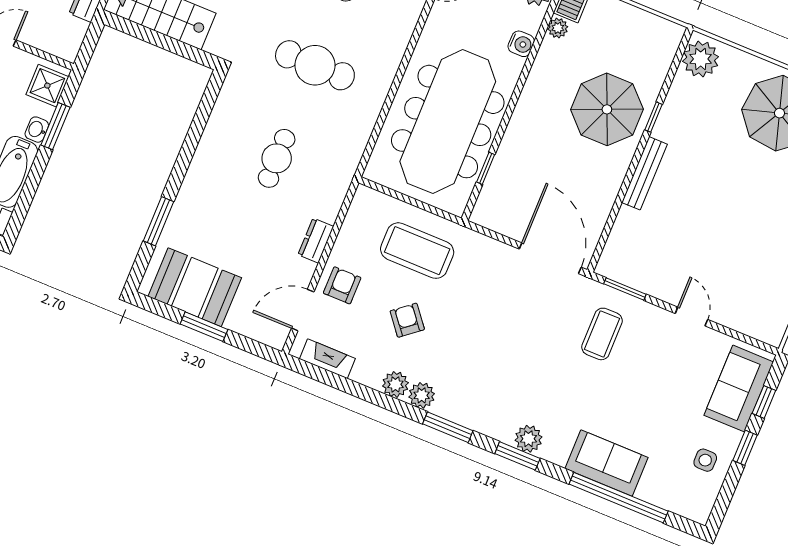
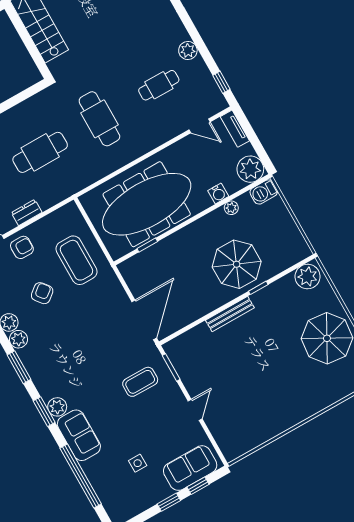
plant: (558, 28) -> (231, 208), moved
cafe table: (277, 158) -> (40, 152), width x1.37, depth x1.35
side table: (705, 460) -> (138, 463), moved
sofa: (606, 463) -> (79, 435), moved

